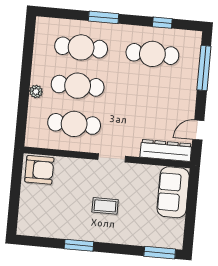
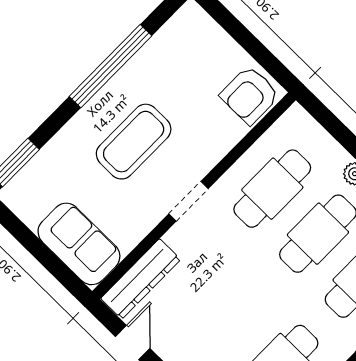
coffee table: (105, 206) -> (134, 142), width x1.86, depth x1.72
window: (79, 245) -> (110, 66), width x2.11

